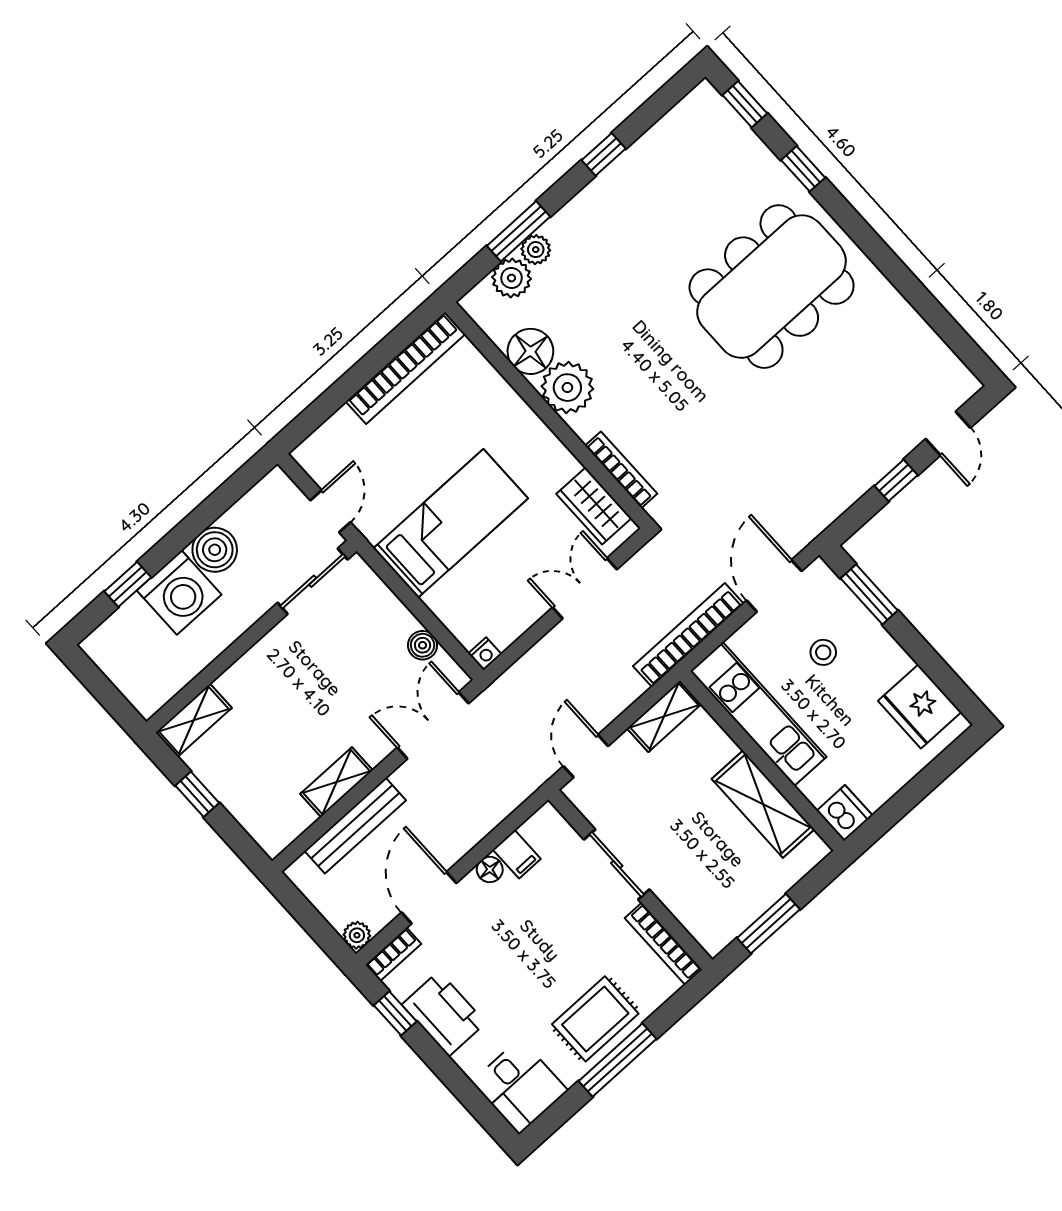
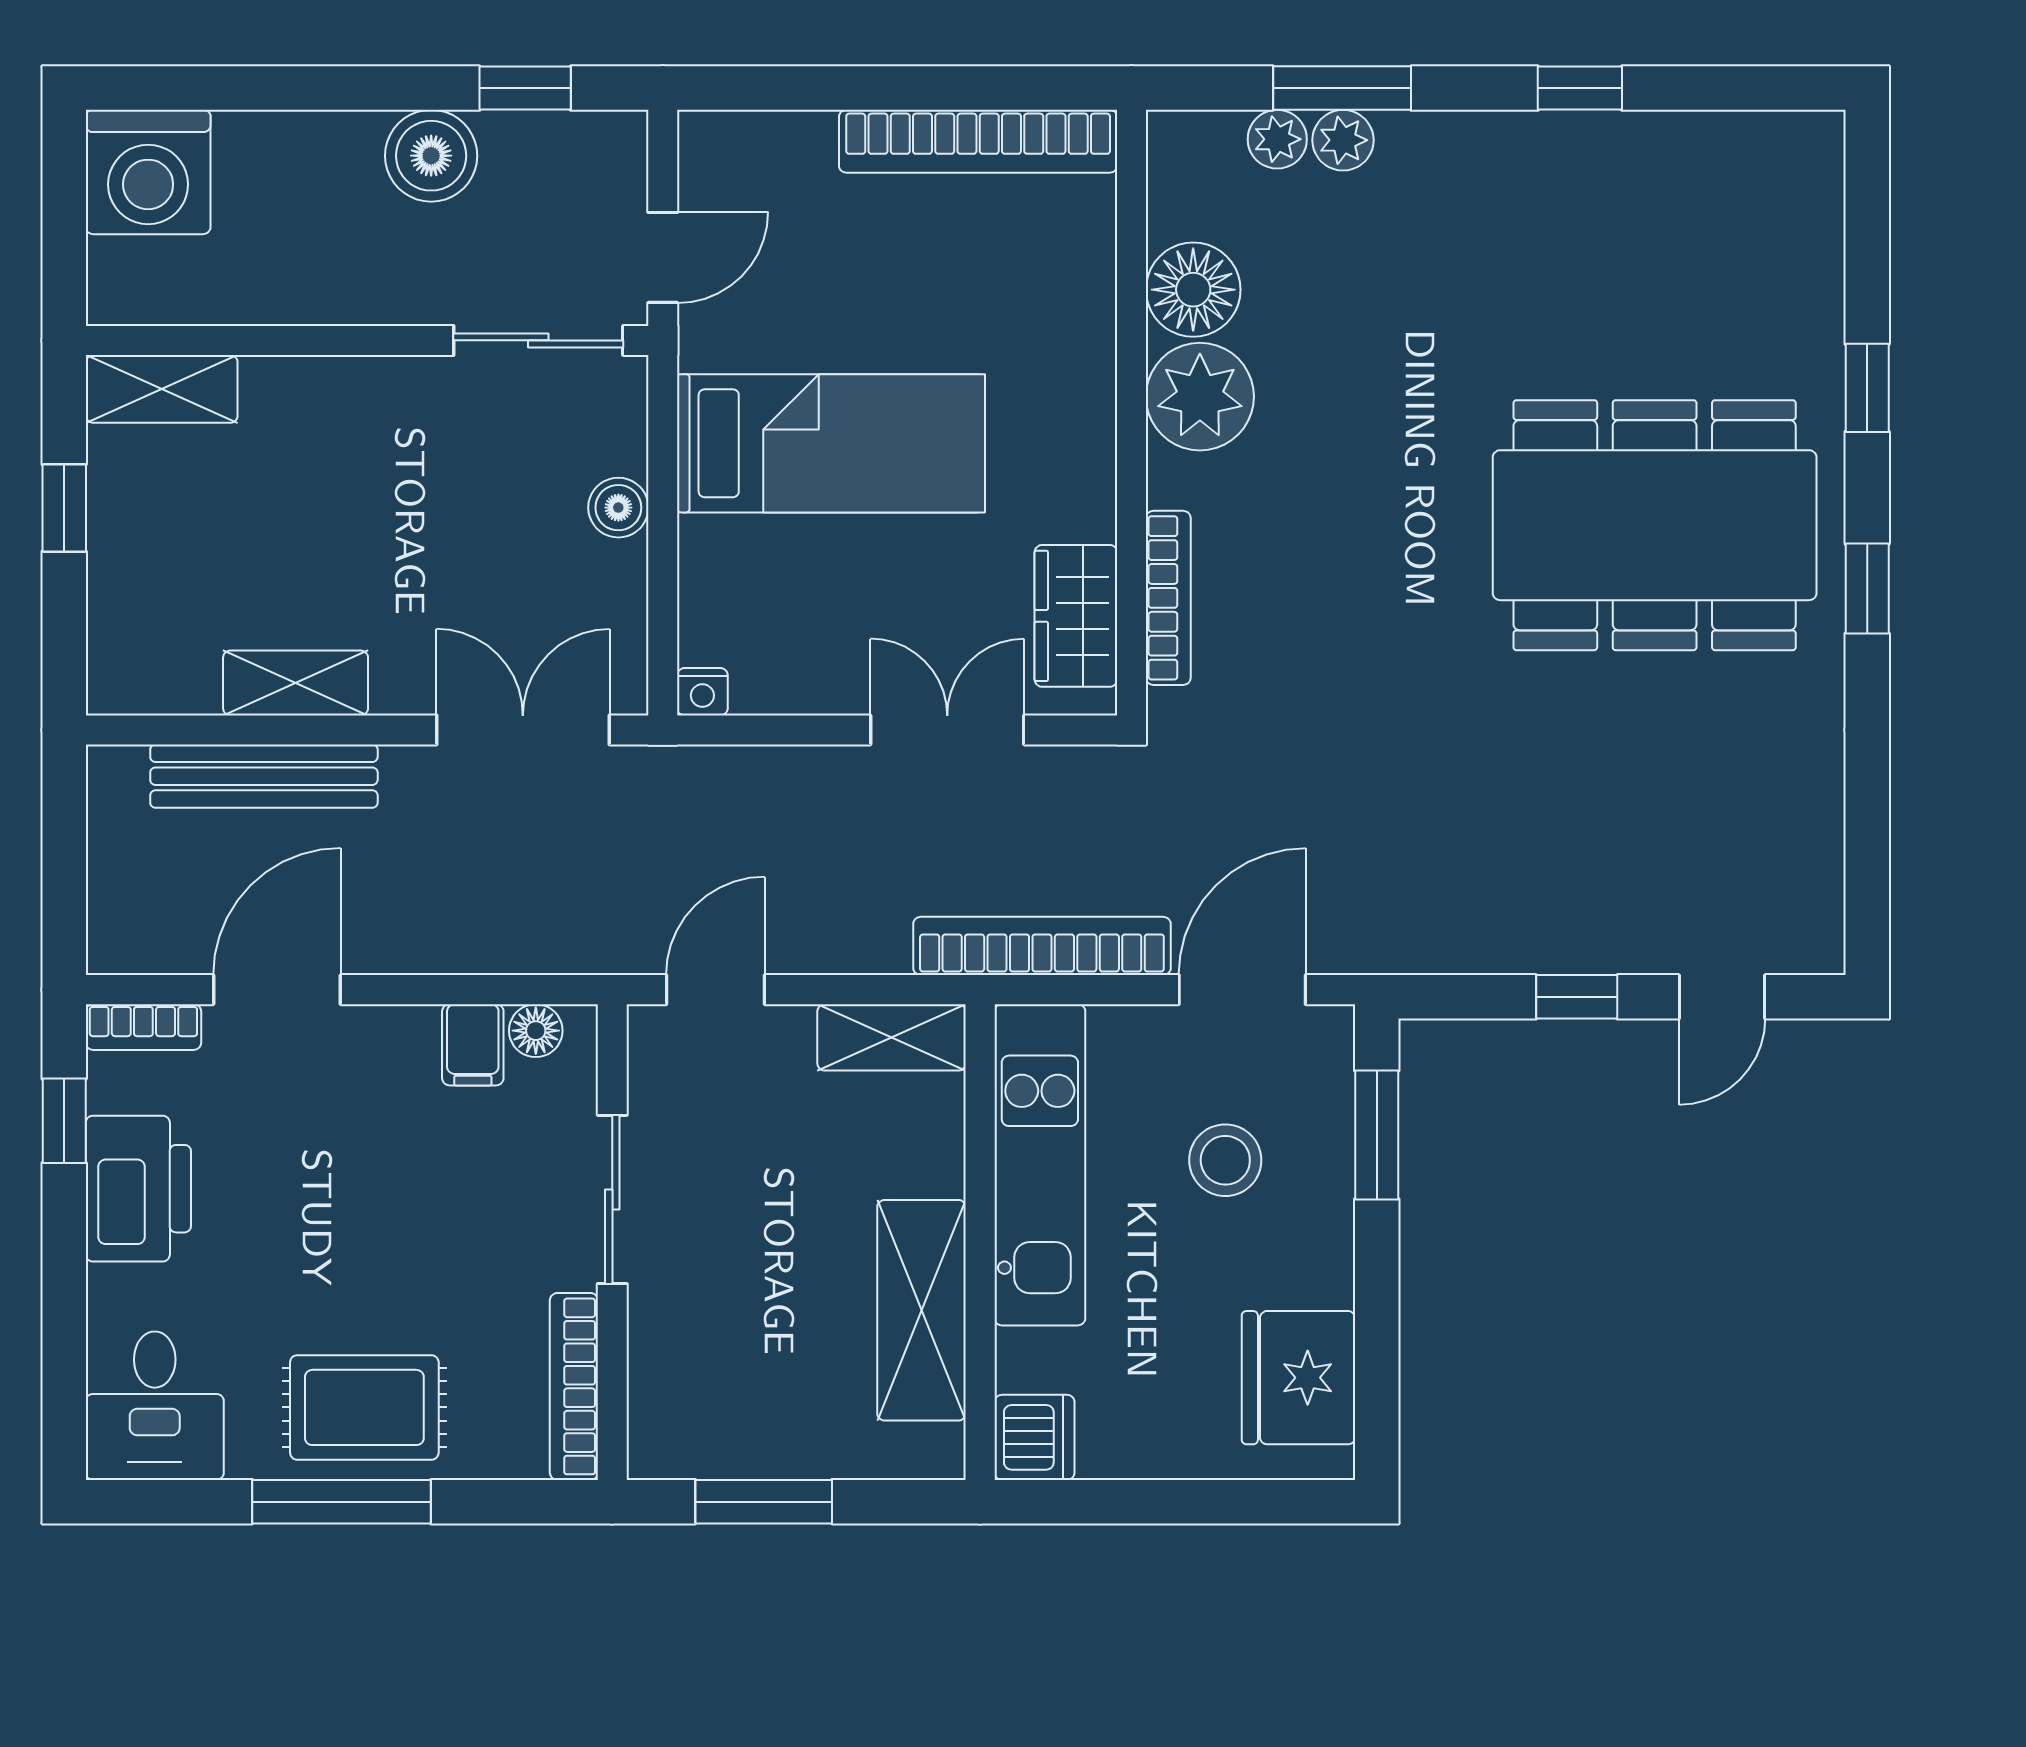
window: (745, 104) -> (1867, 589), moved
plant: (511, 278) -> (1277, 139), width x0.73, depth x0.73
window: (128, 584) -> (525, 88), moved
washing machine: (179, 592) -> (148, 172), moved
boiler: (423, 645) -> (618, 508), moved
stool: (823, 652) -> (1225, 1160), width x1.37, depth x1.37
floor lamp: (490, 869) -> (536, 1031), moved
plant: (357, 935) -> (114, 947), removed

